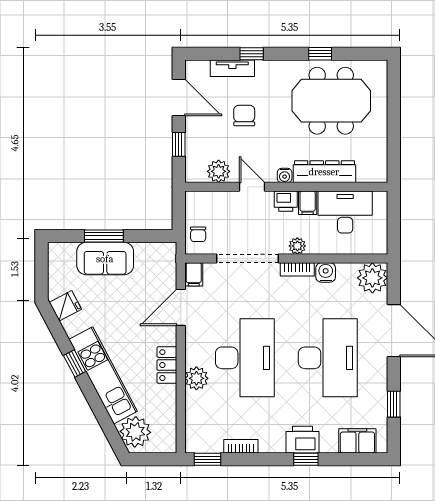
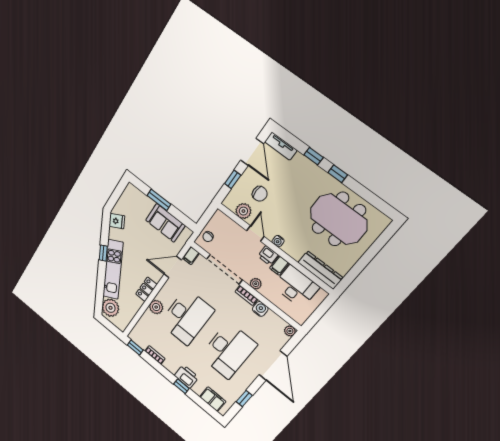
window: (320, 54) -> (338, 174), moved
tv unit: (232, 68) -> (281, 146), moved
chair: (244, 115) -> (260, 194), moved, turned 90
dresser: (324, 172) -> (320, 270), moved
sofa: (105, 259) -> (165, 223), moved
plant: (372, 278) -> (290, 331), width x0.53, depth x0.53

